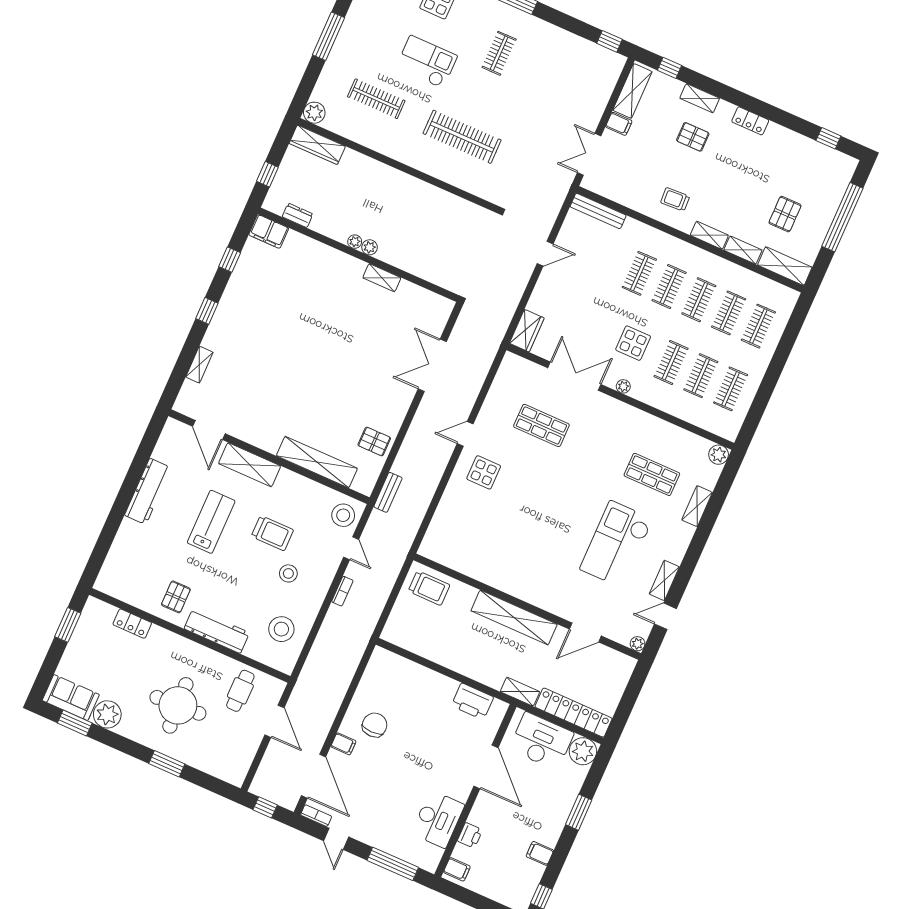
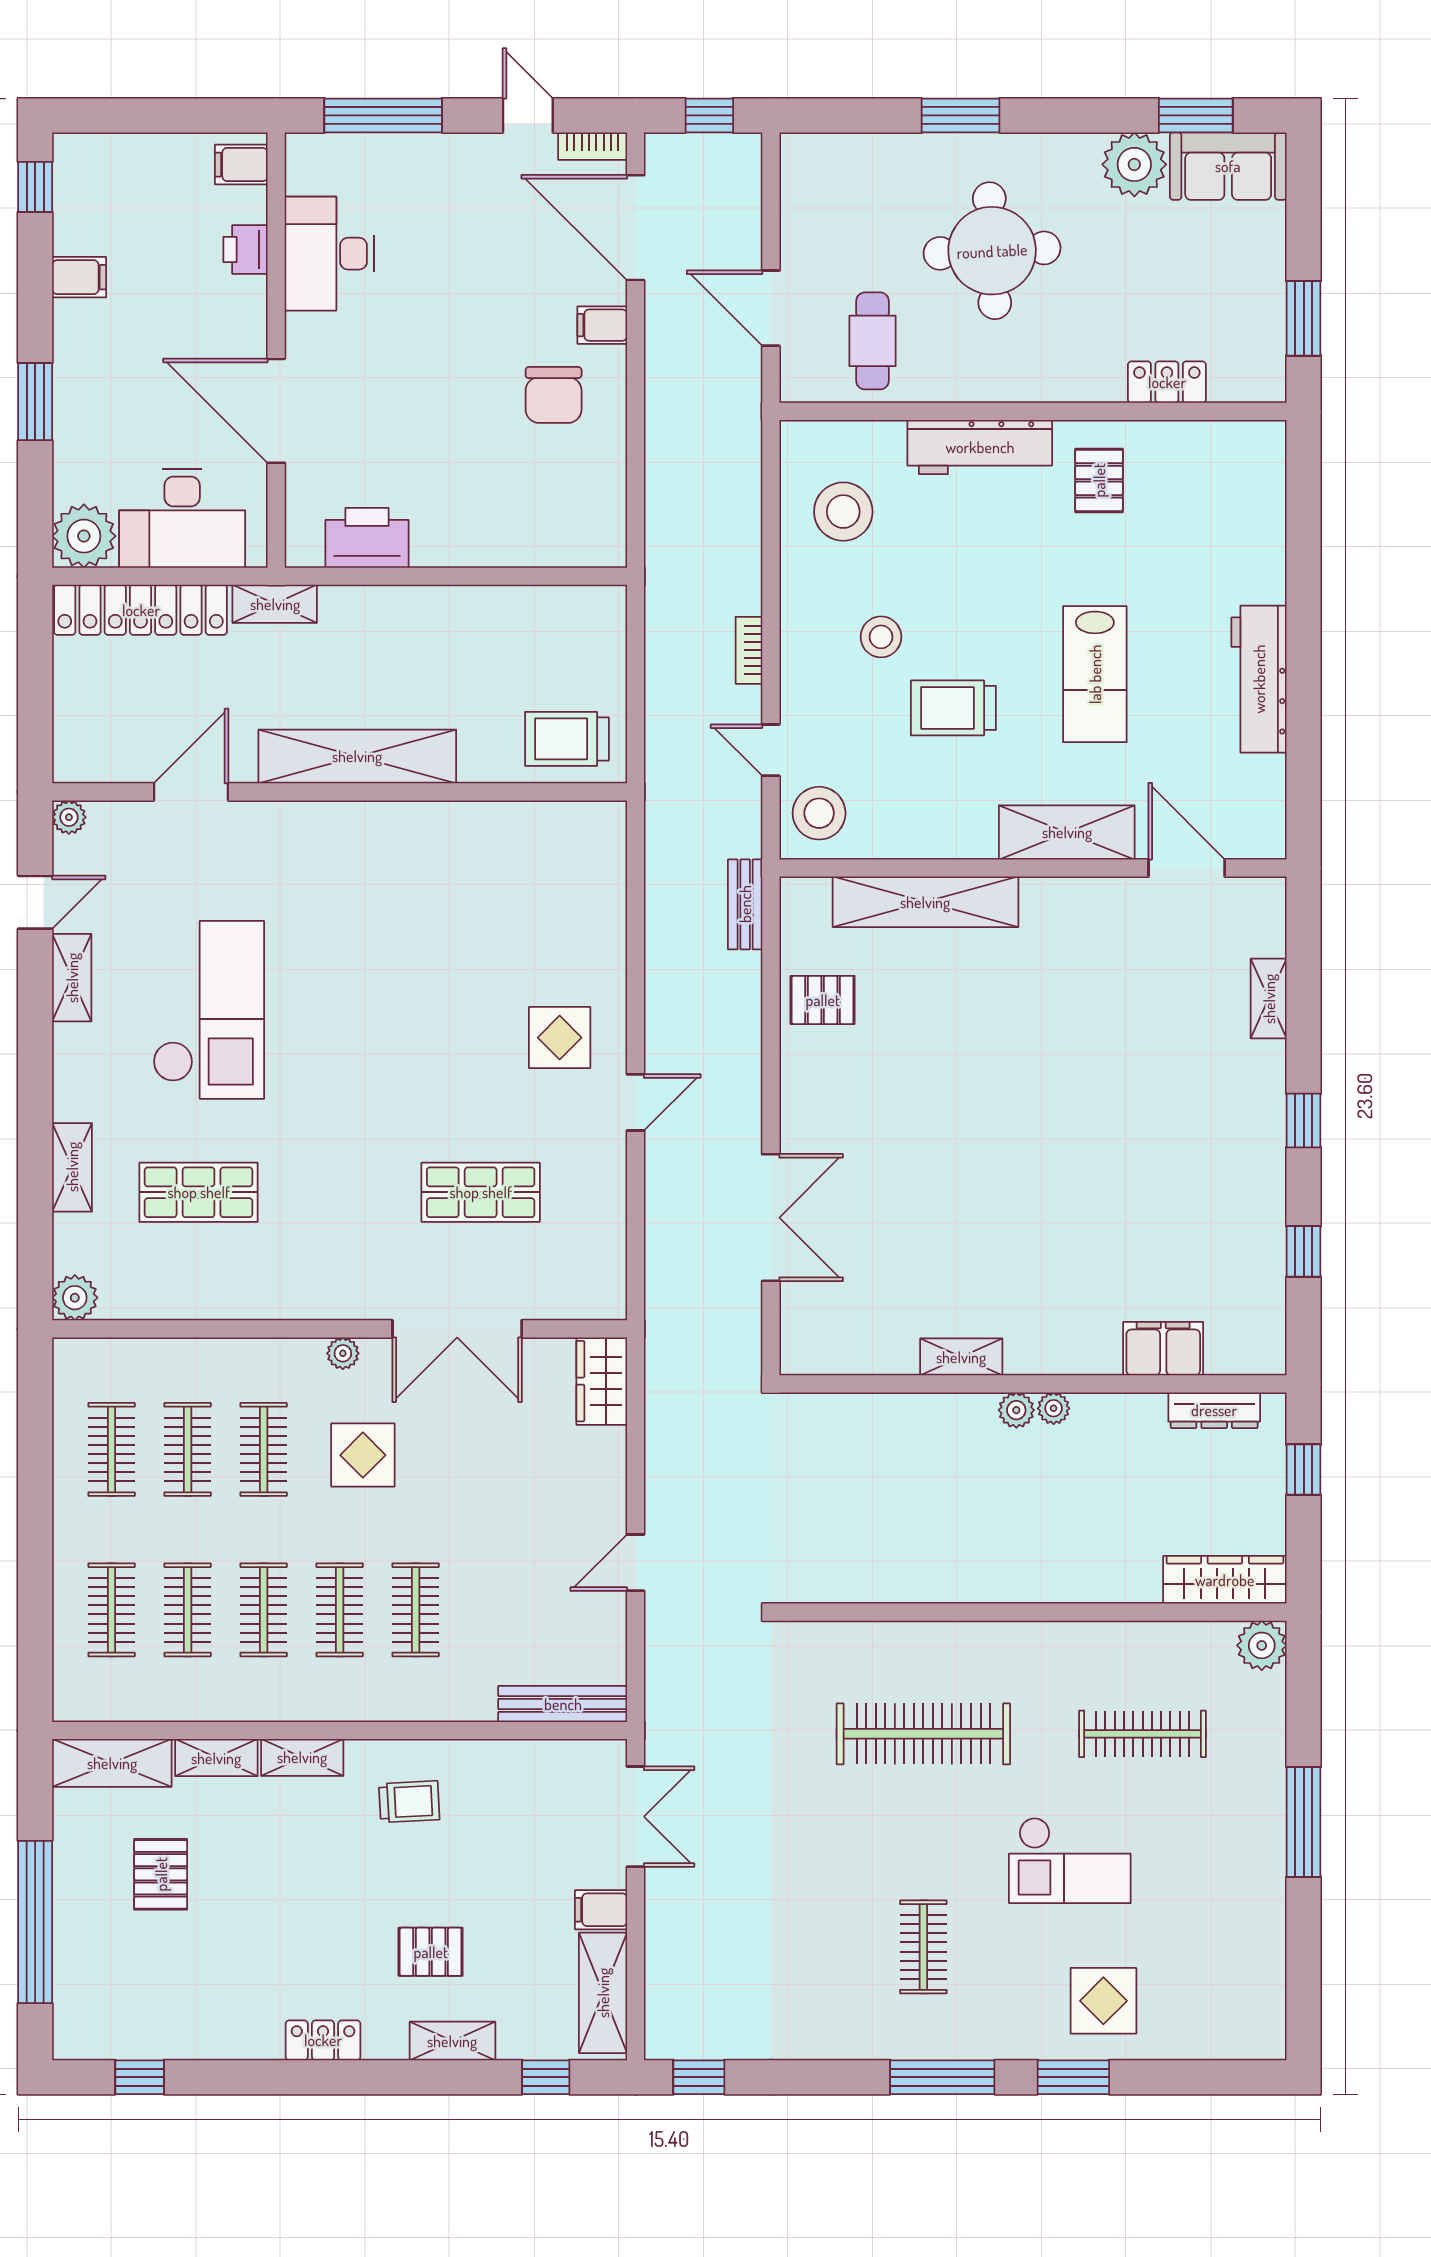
dresser: (298, 215) -> (1214, 1410), width x1.44
filing cabinet: (269, 231) -> (1163, 1349), moved

